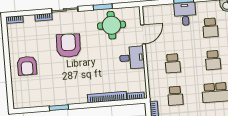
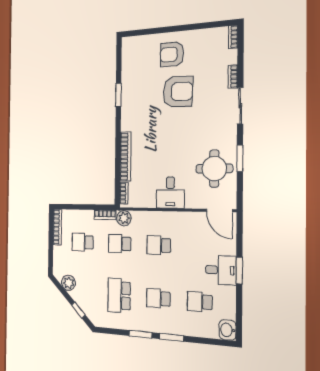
door: (143, 34) -> (219, 210), moved
armchair: (68, 46) -> (178, 92), moved
plant: (155, 94) -> (124, 218), added

